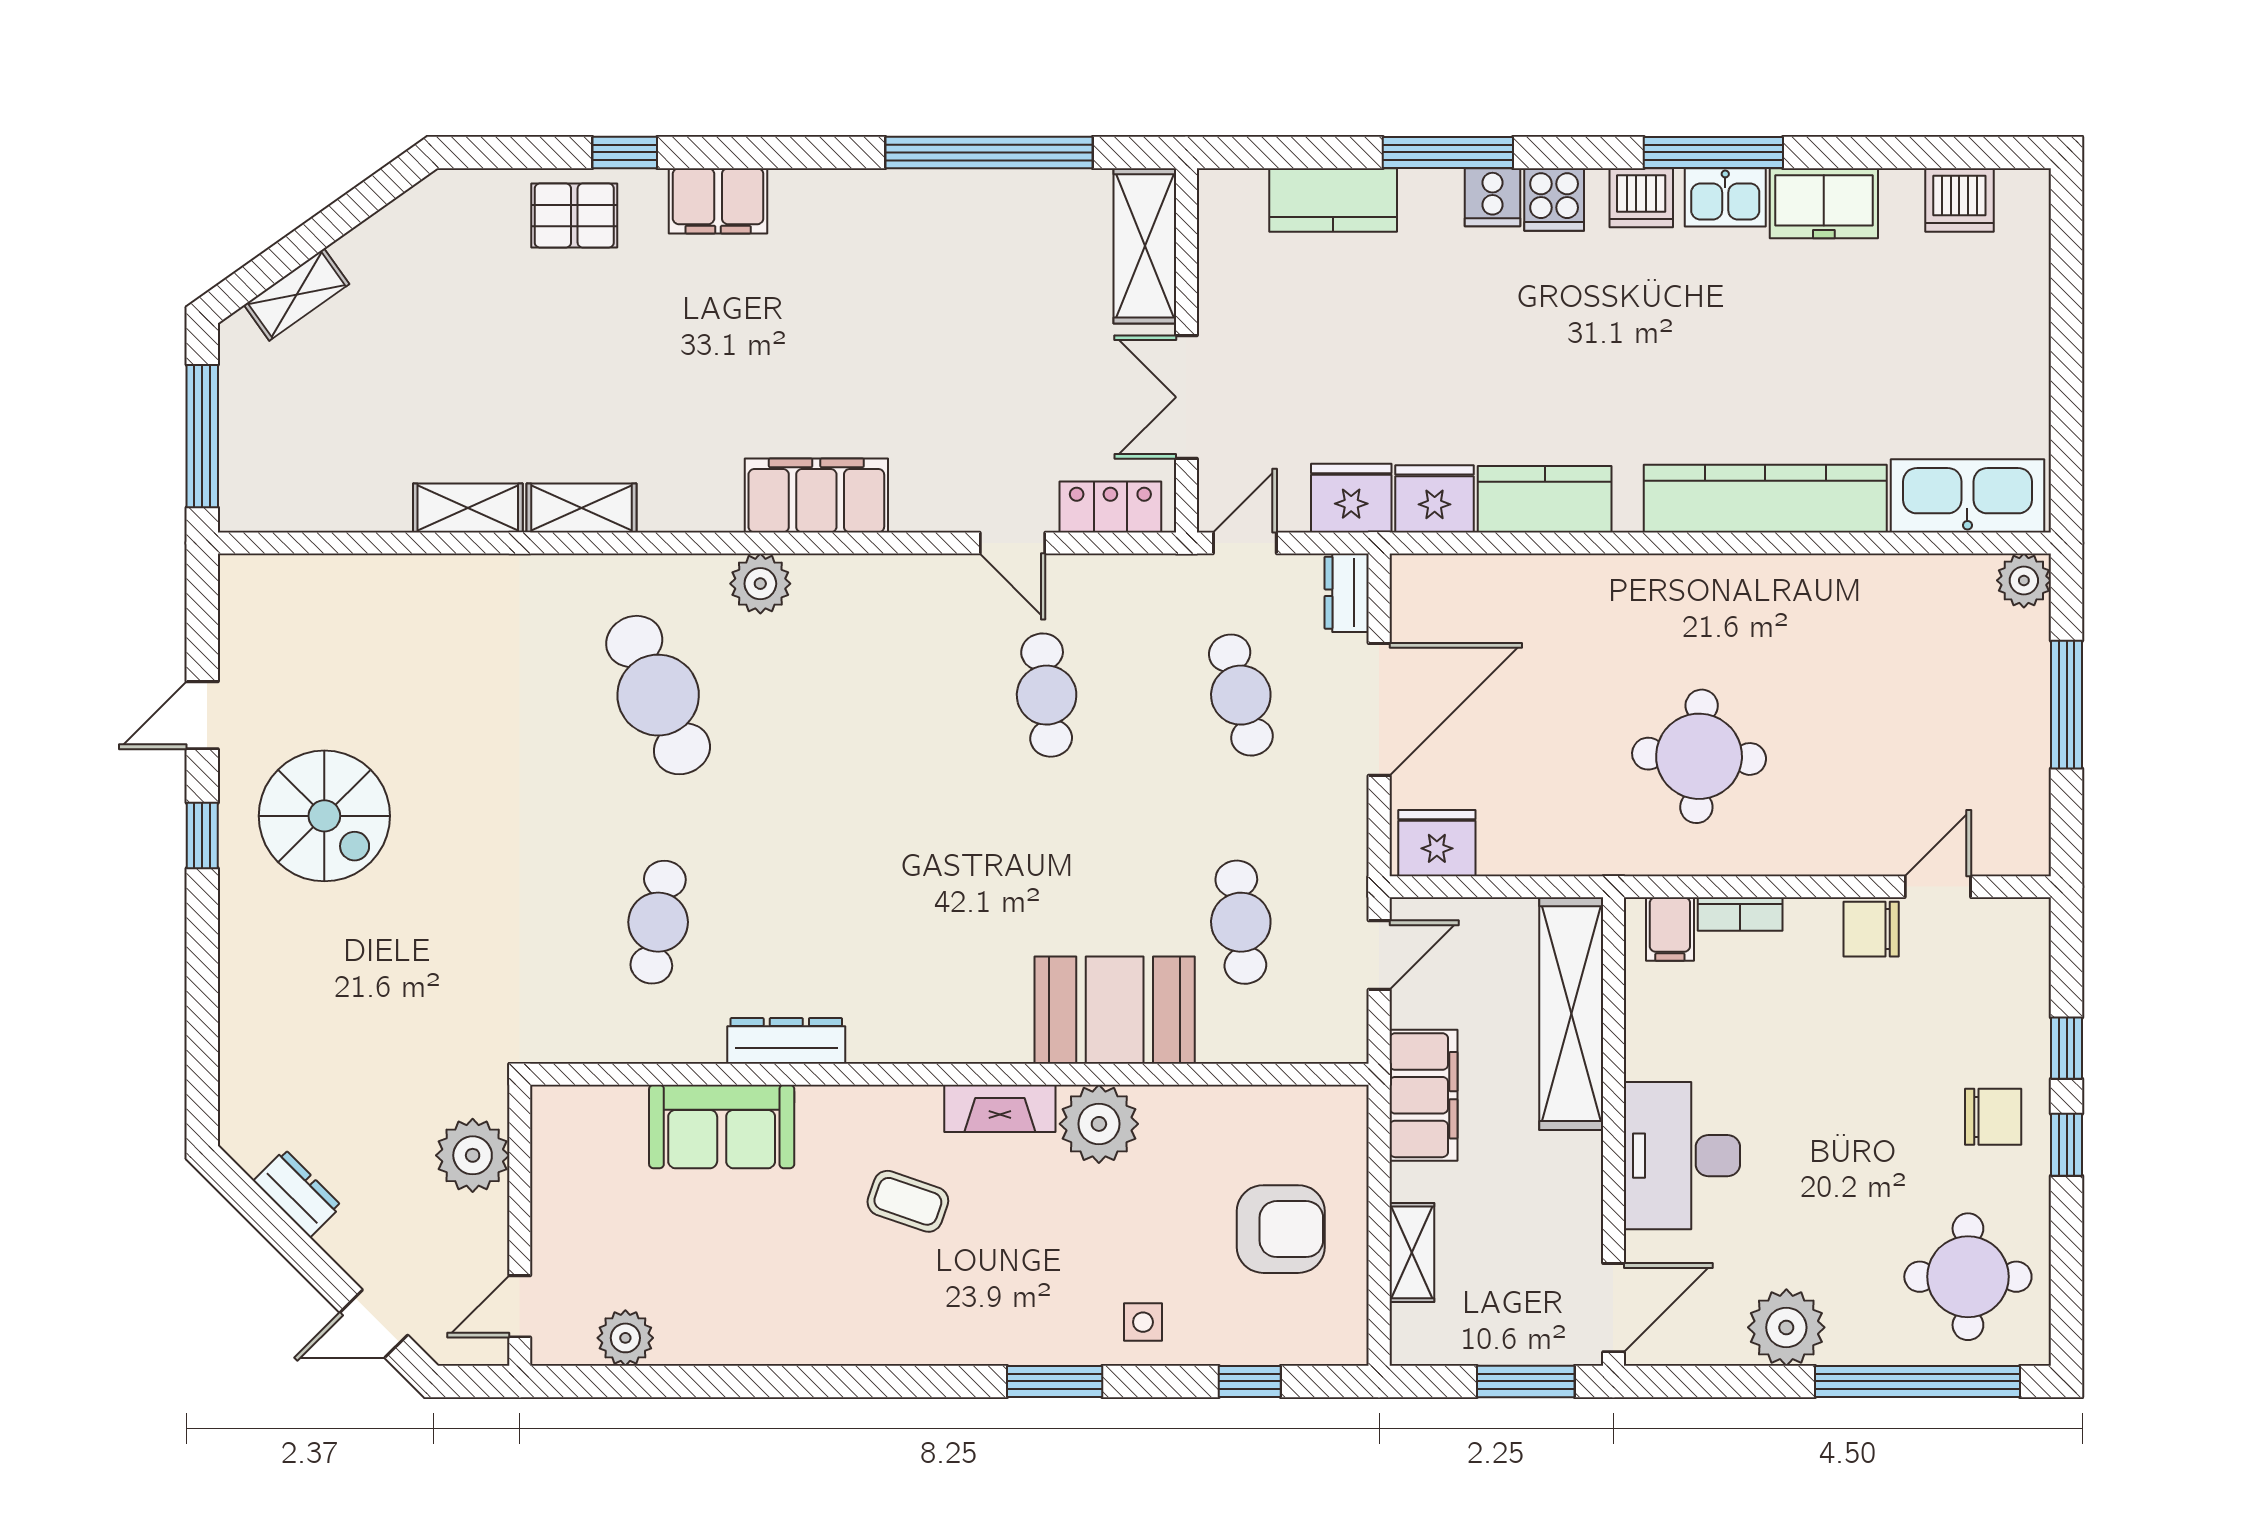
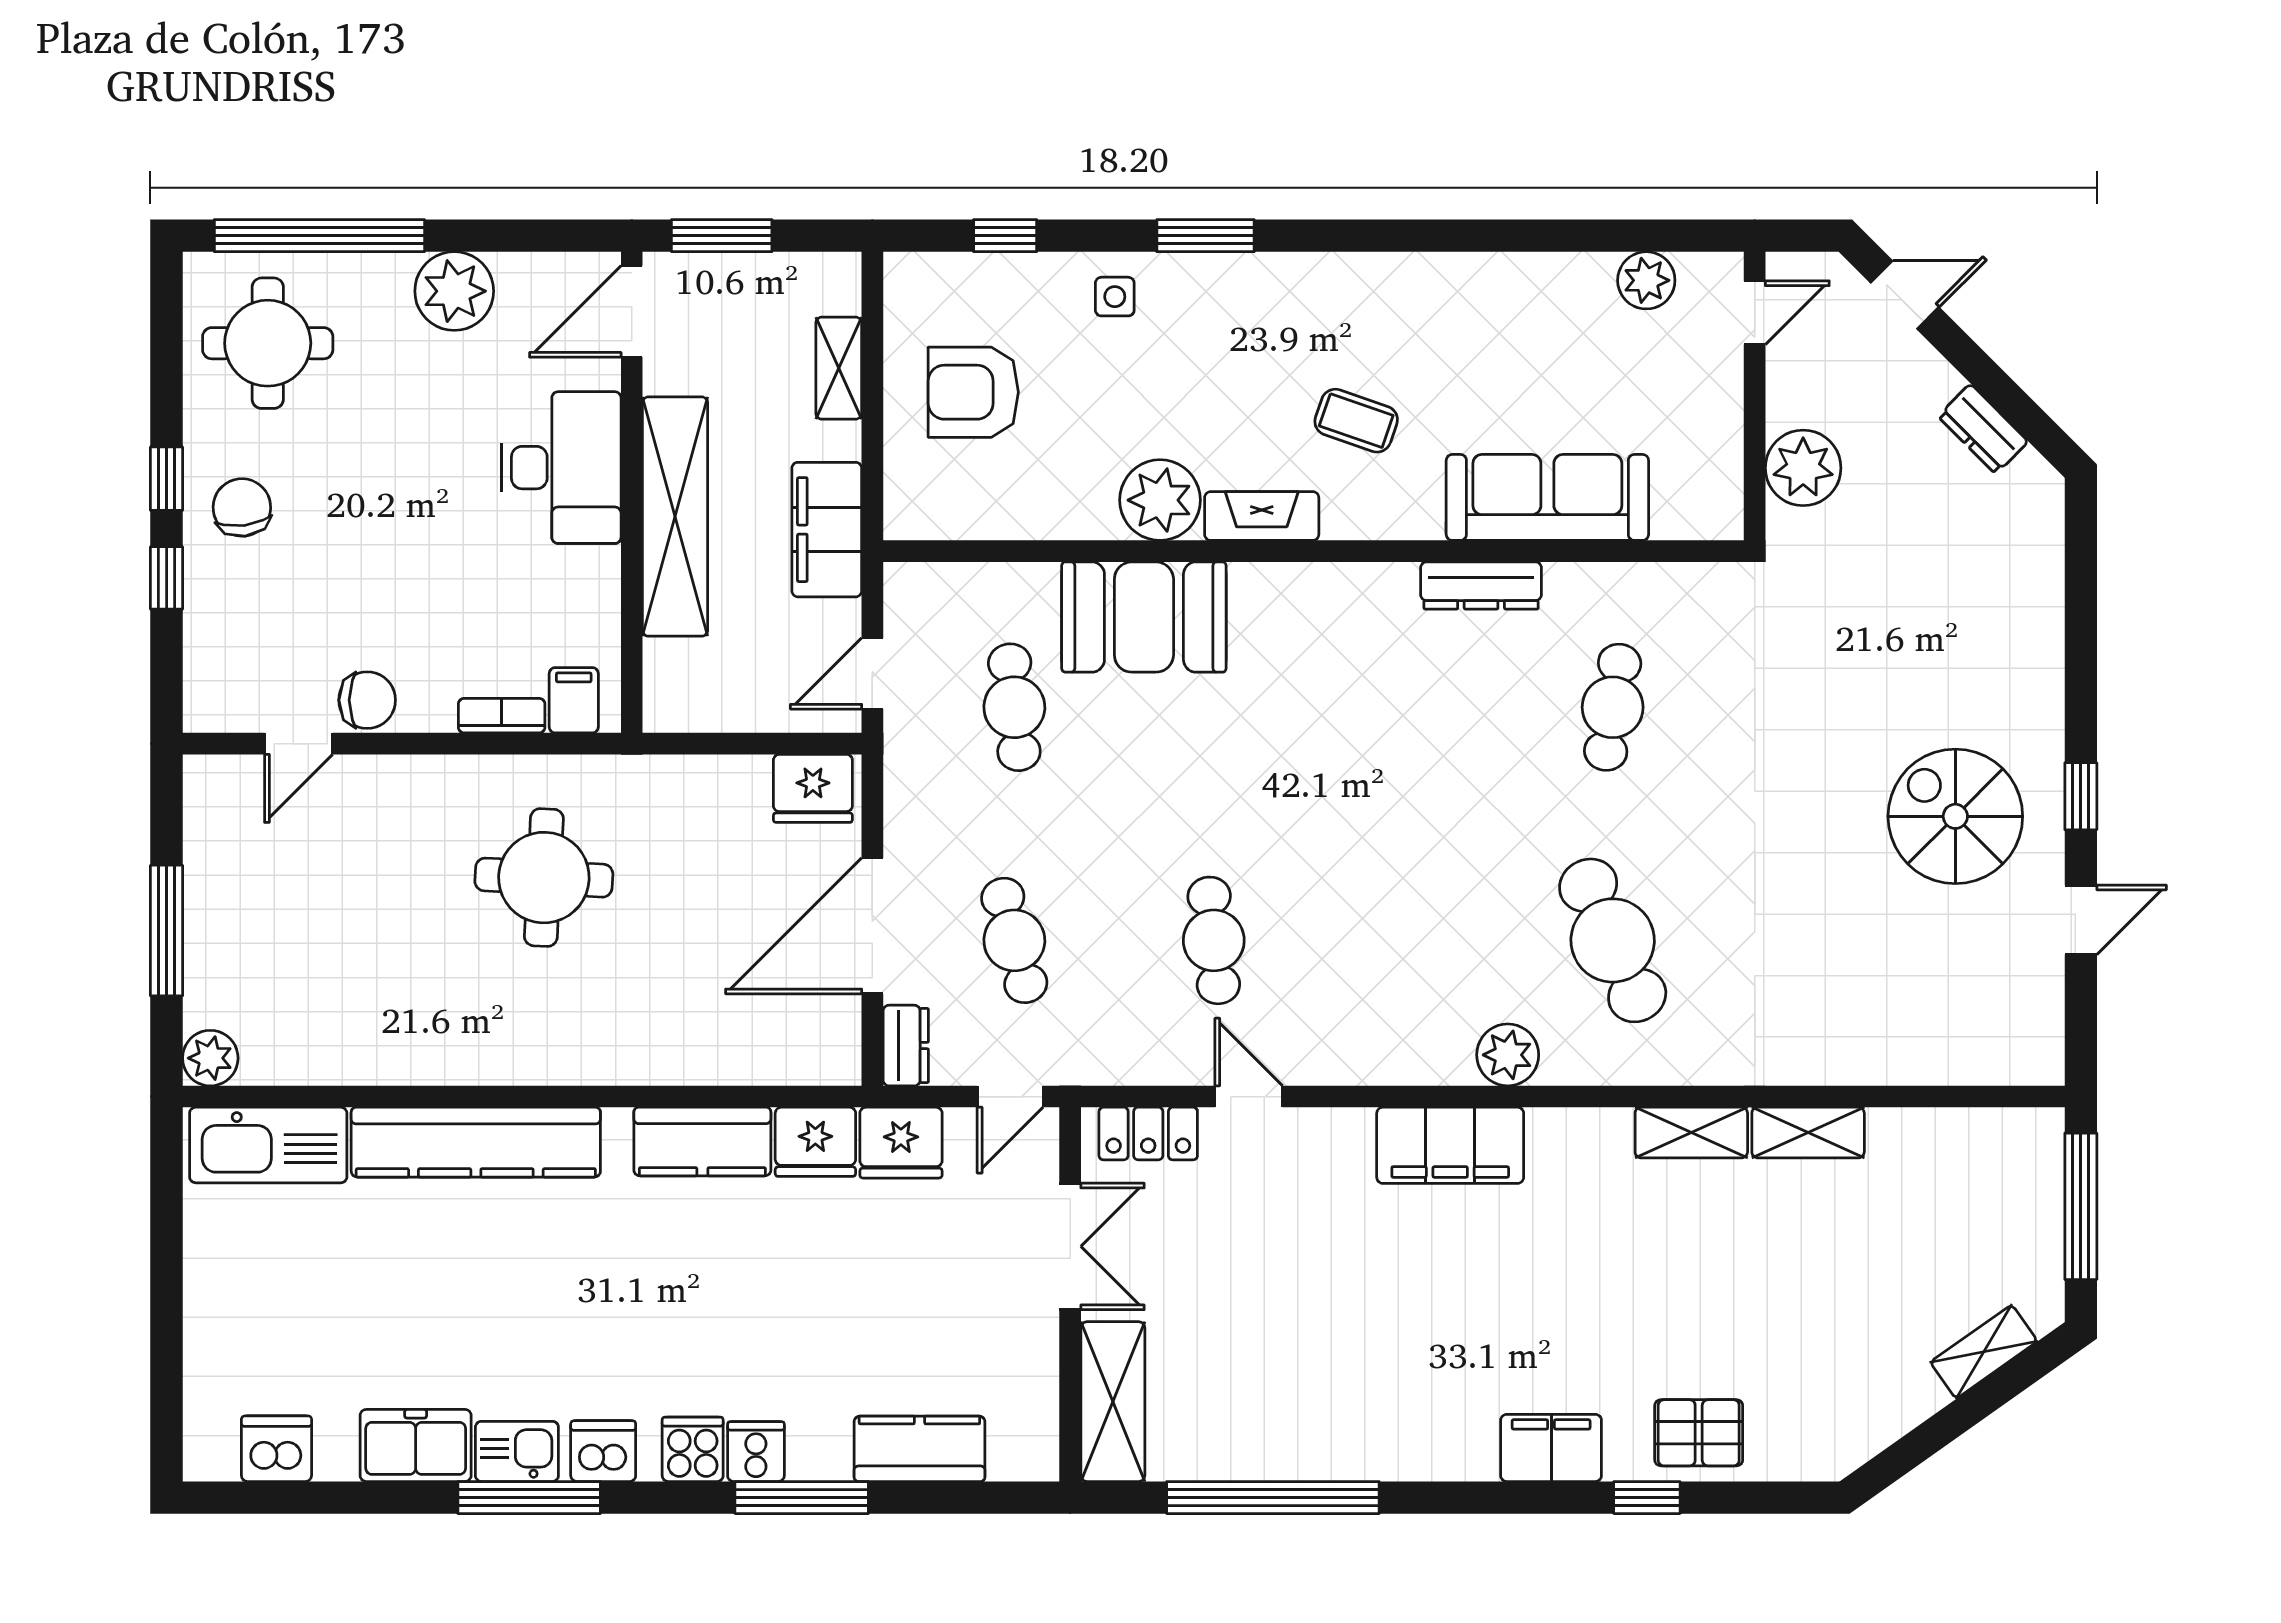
shelving: (1571, 1014) -> (675, 517), moved
chair: (1993, 1117) -> (242, 507), turned 83
sofa: (722, 1127) -> (1547, 497), width x1.36

